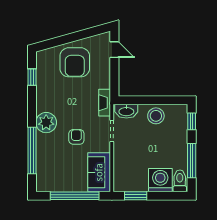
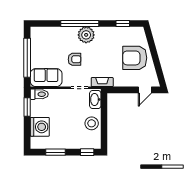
window: (32, 151) -> (80, 23), moved
window: (192, 161) -> (55, 152), width x0.69
toilet: (180, 181) -> (39, 94), moved

